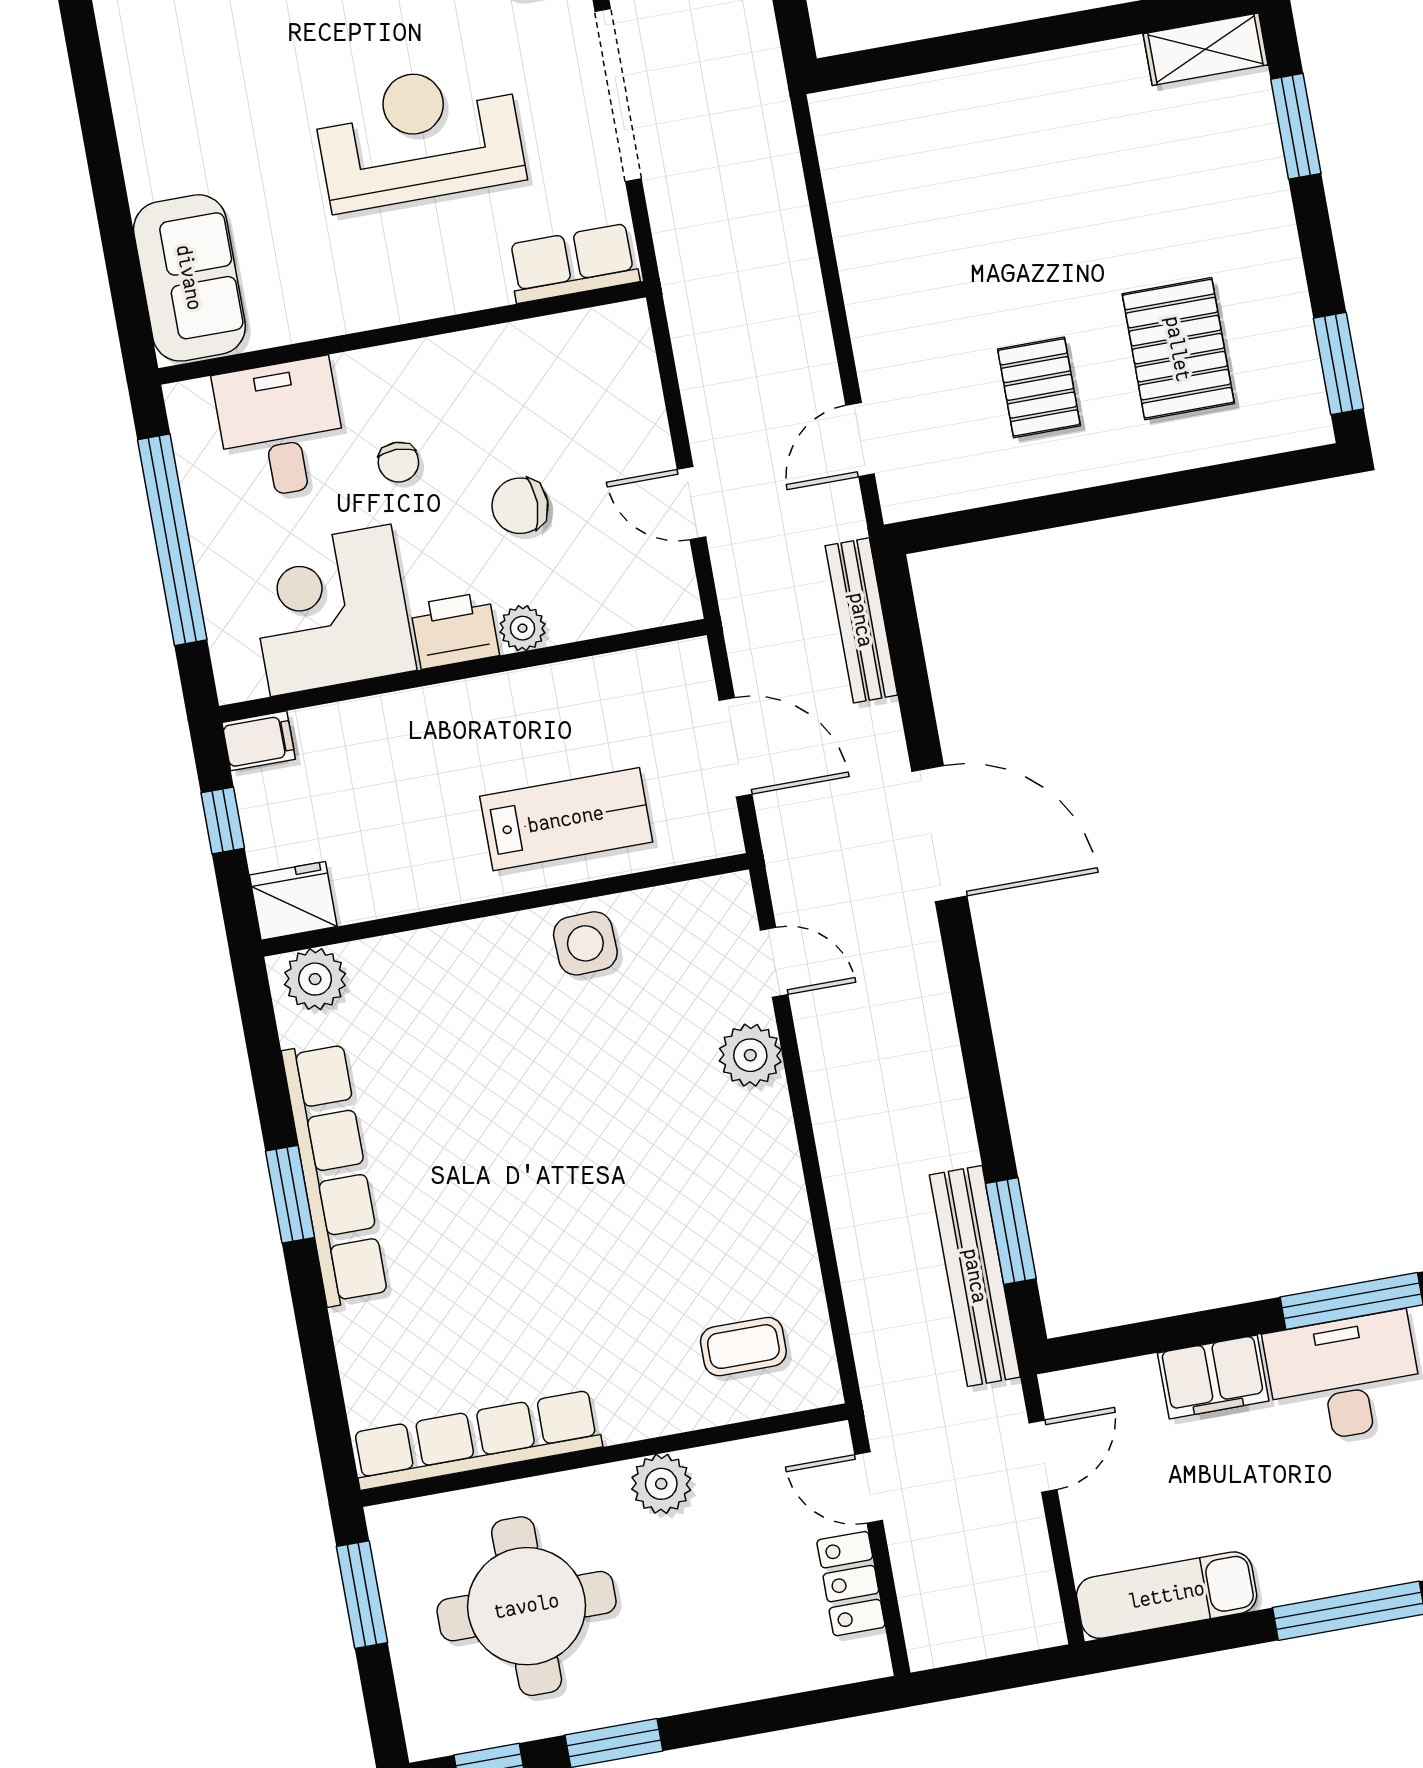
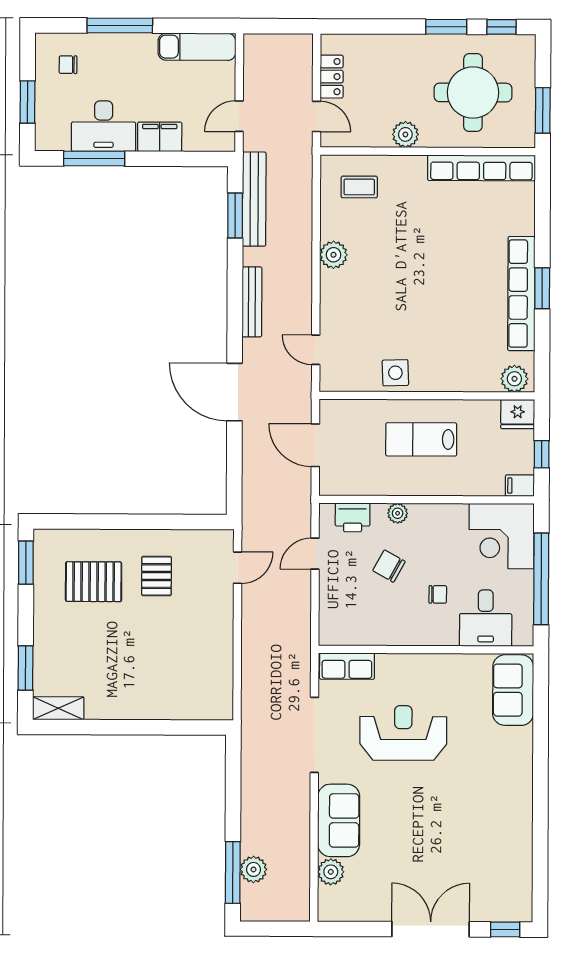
reception desk: (419, 136) -> (403, 733), turned 180
pallet: (1178, 349) -> (94, 582), turned 90
chair: (398, 462) -> (438, 594), turned 89
door: (692, 503) -> (315, 554), swing flipped
chair: (520, 506) -> (389, 566), turned -151
corner desk: (331, 610) -> (502, 536), moved, turned 90
bench: (861, 620) -> (252, 302), moved
printer: (455, 630) -> (353, 517), moved
lab bench: (566, 819) -> (421, 439), moved
plant: (750, 1055) -> (333, 255), moved

